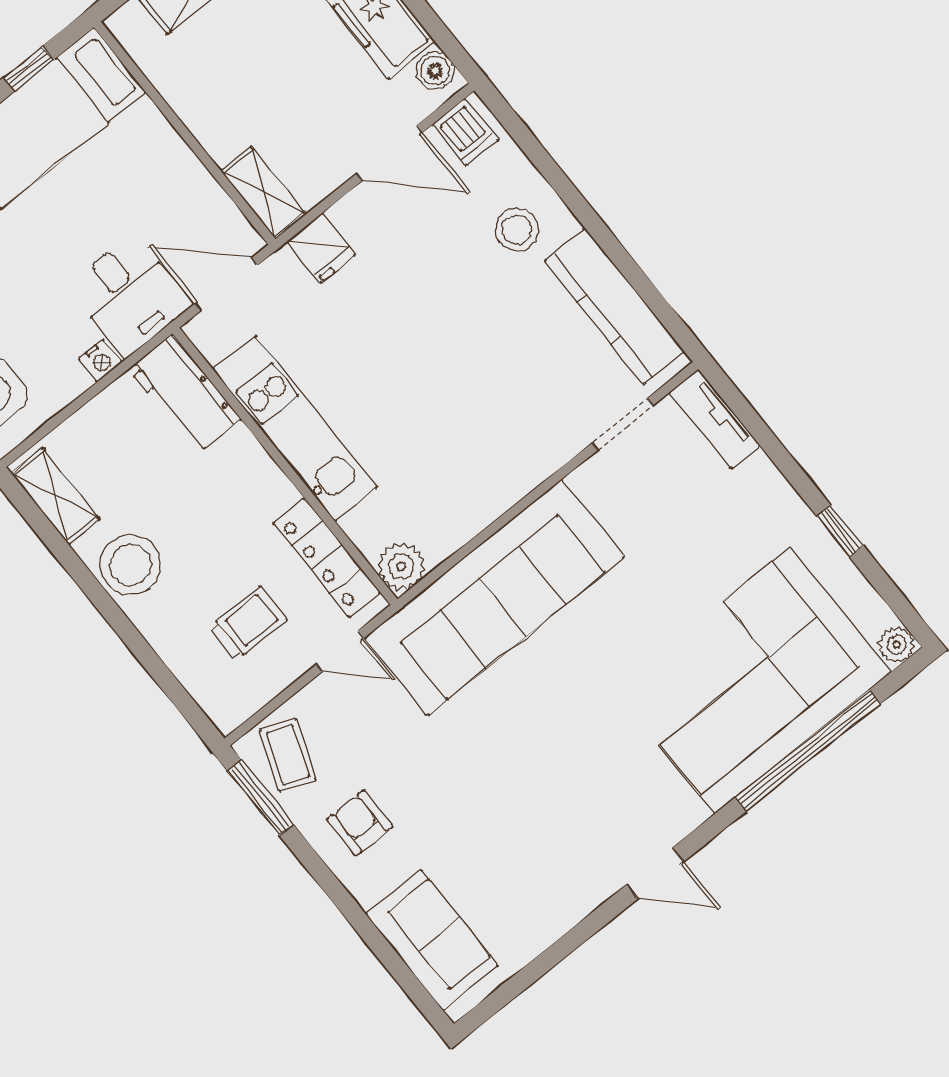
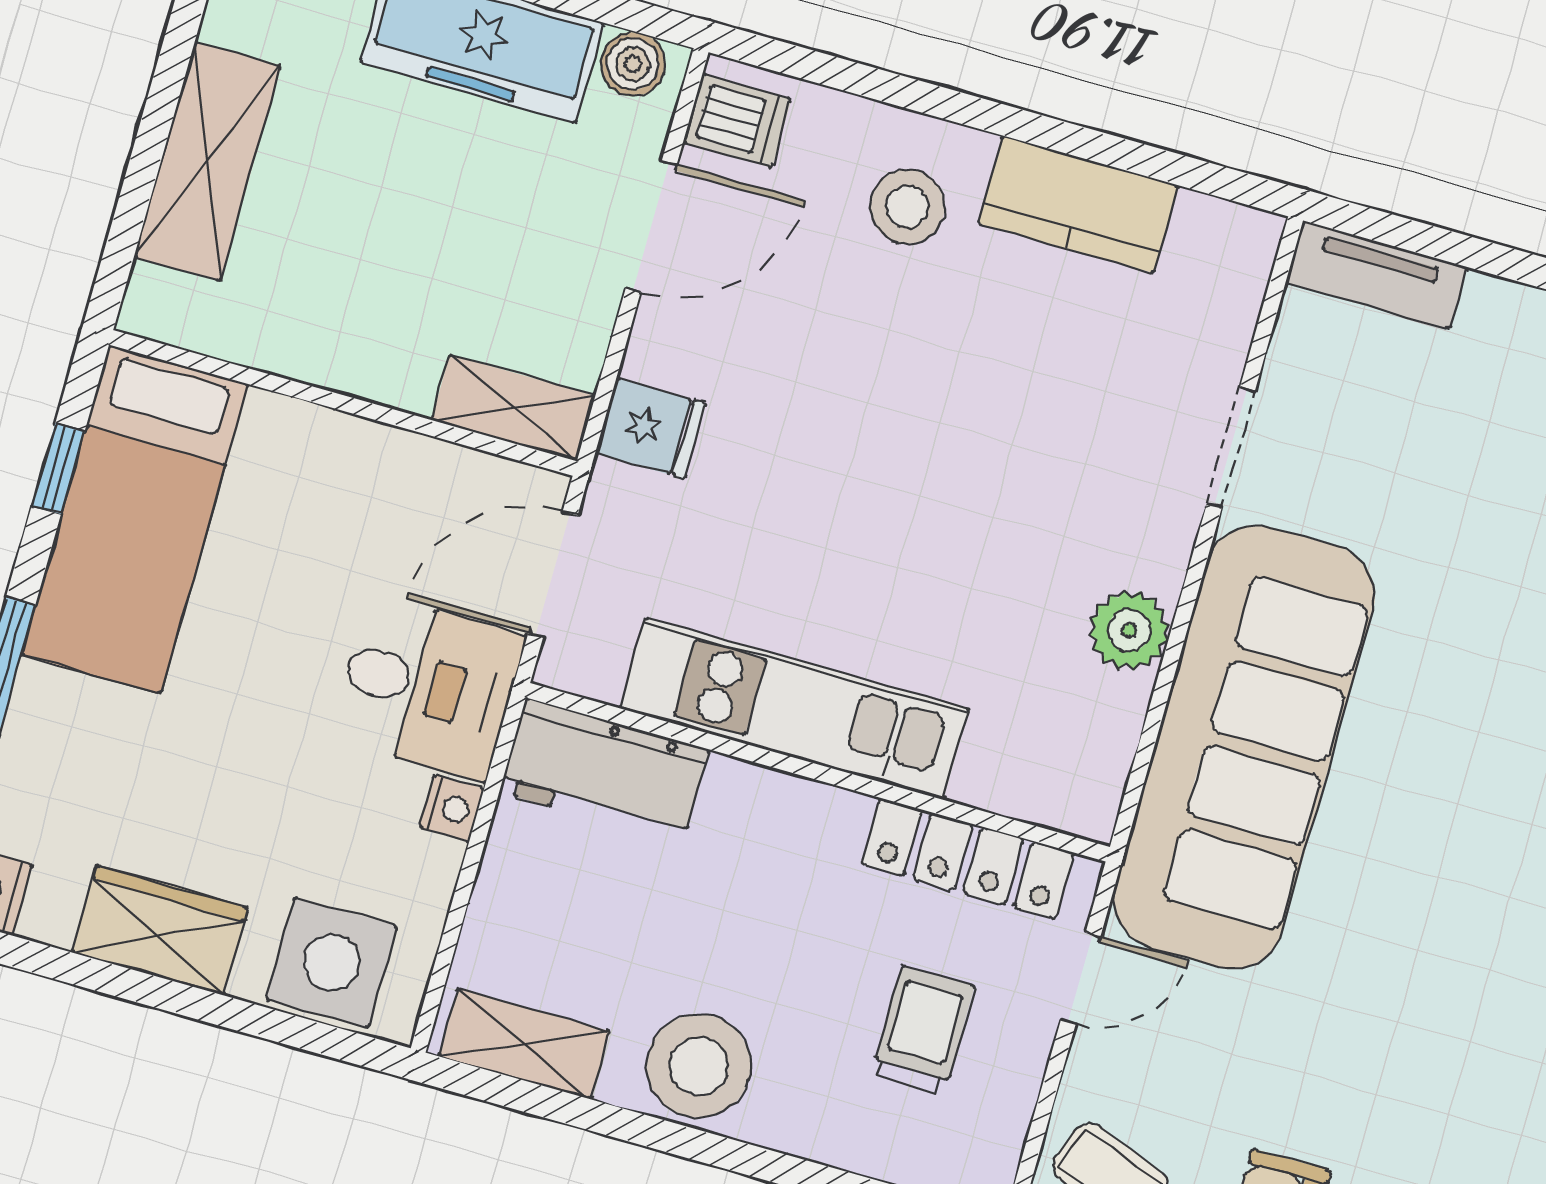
kitchen counter: (614, 306) -> (1078, 204), width x0.67
doorway: (622, 424) -> (1231, 447), moved
plant: (401, 566) -> (1129, 630), moved

